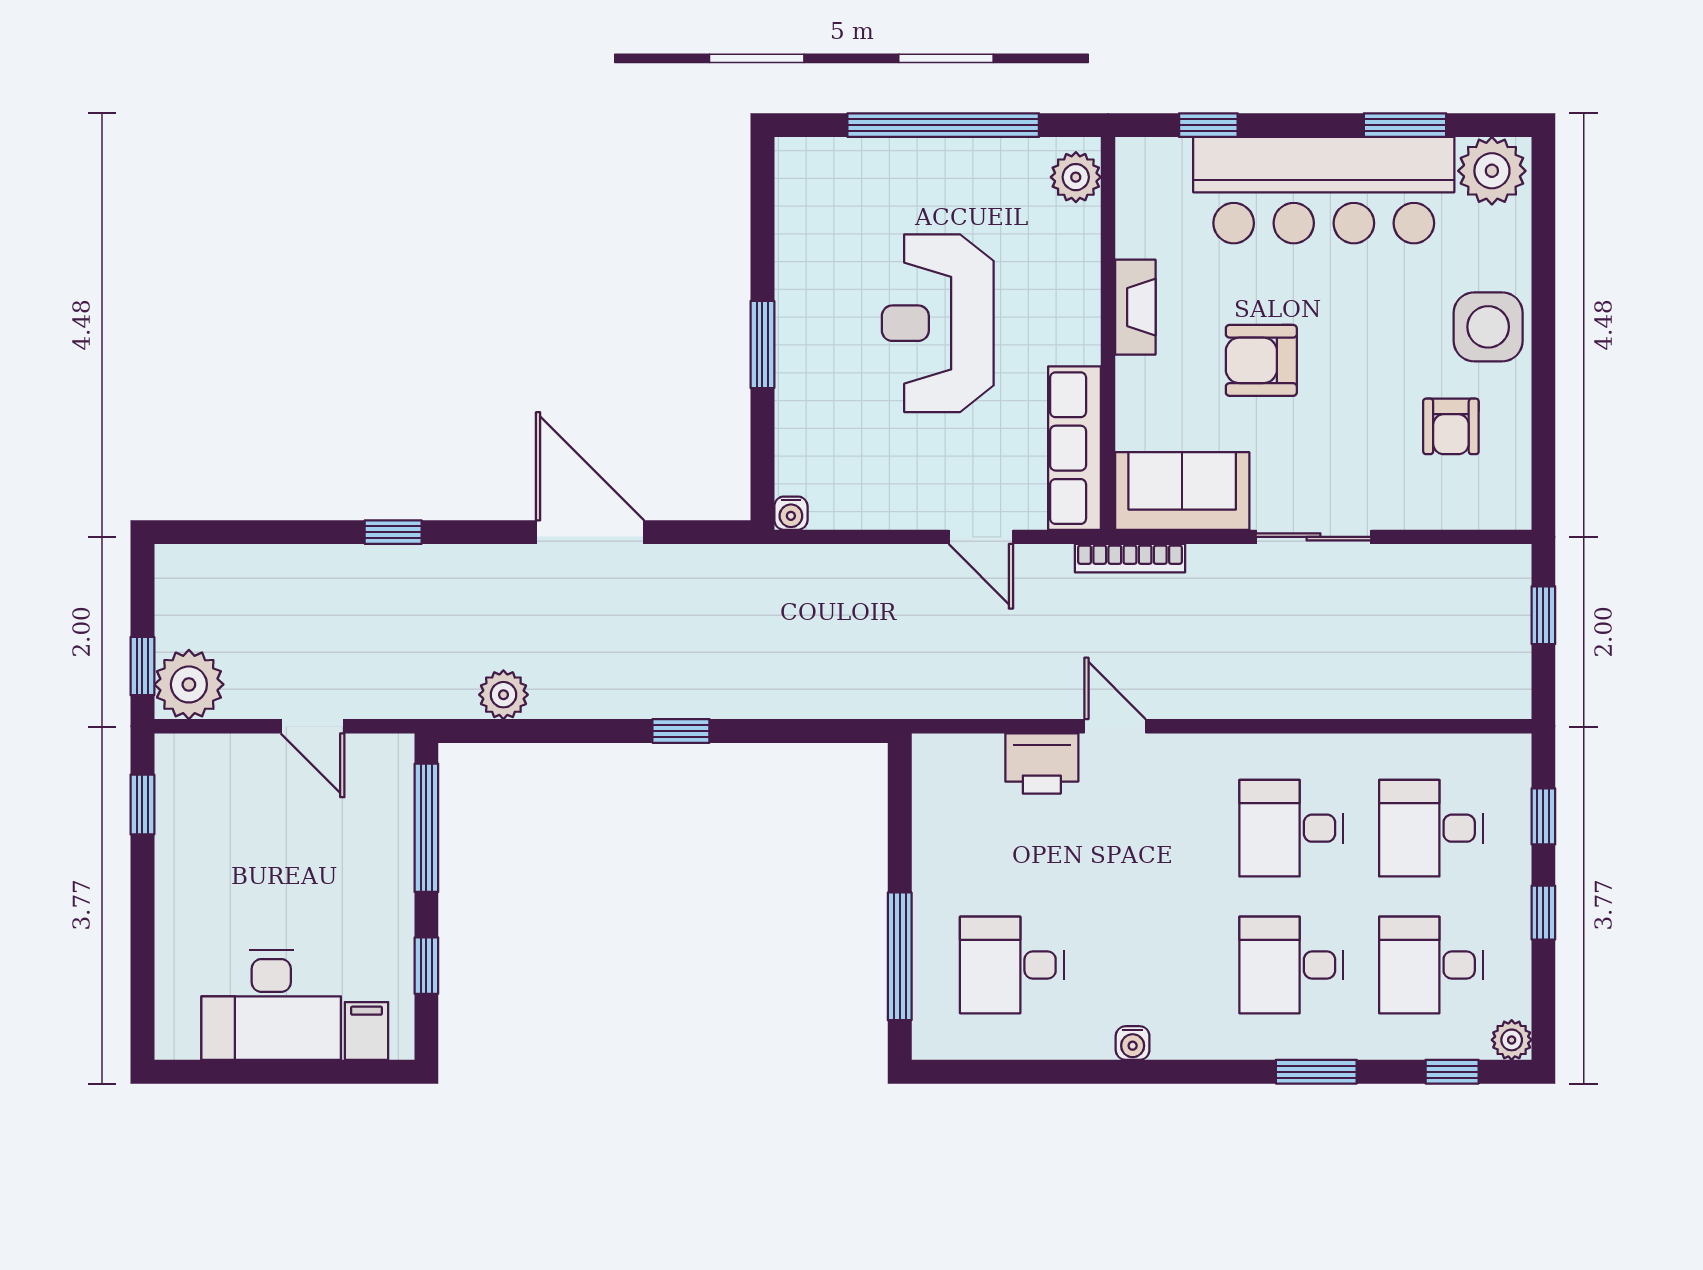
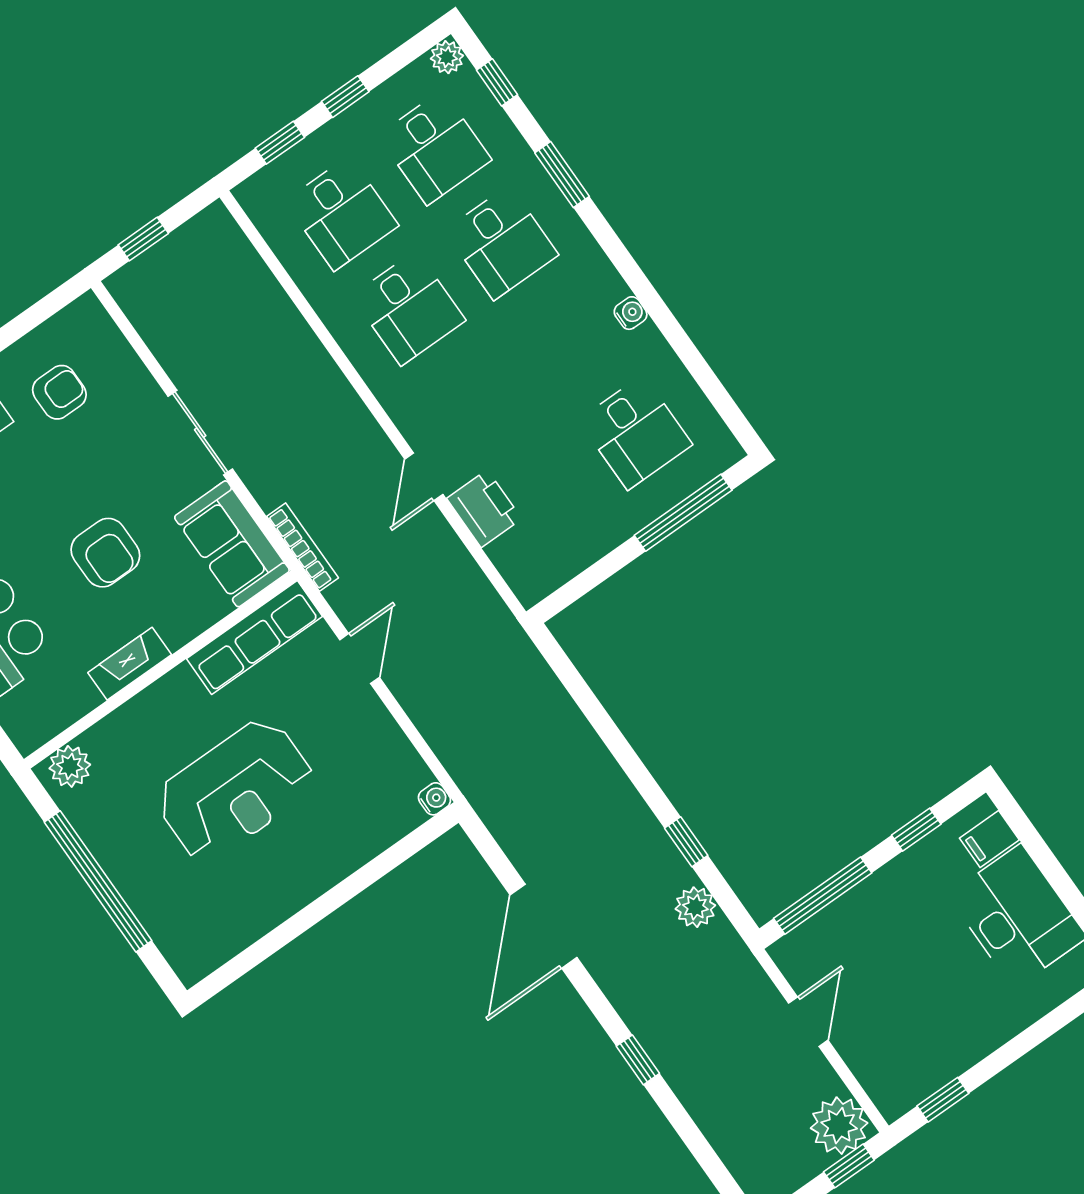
window: (762, 344) -> (334, 899), removed
window: (681, 731) -> (686, 842), moved

